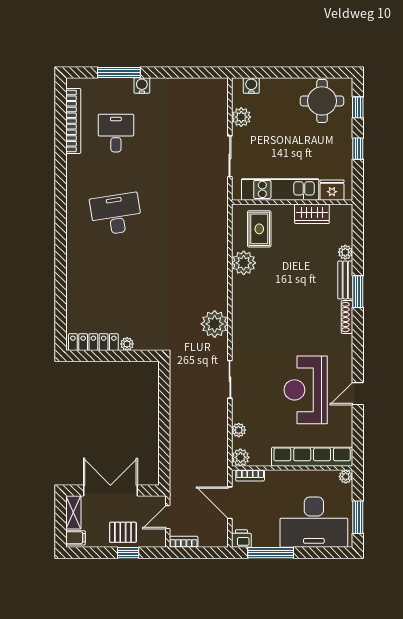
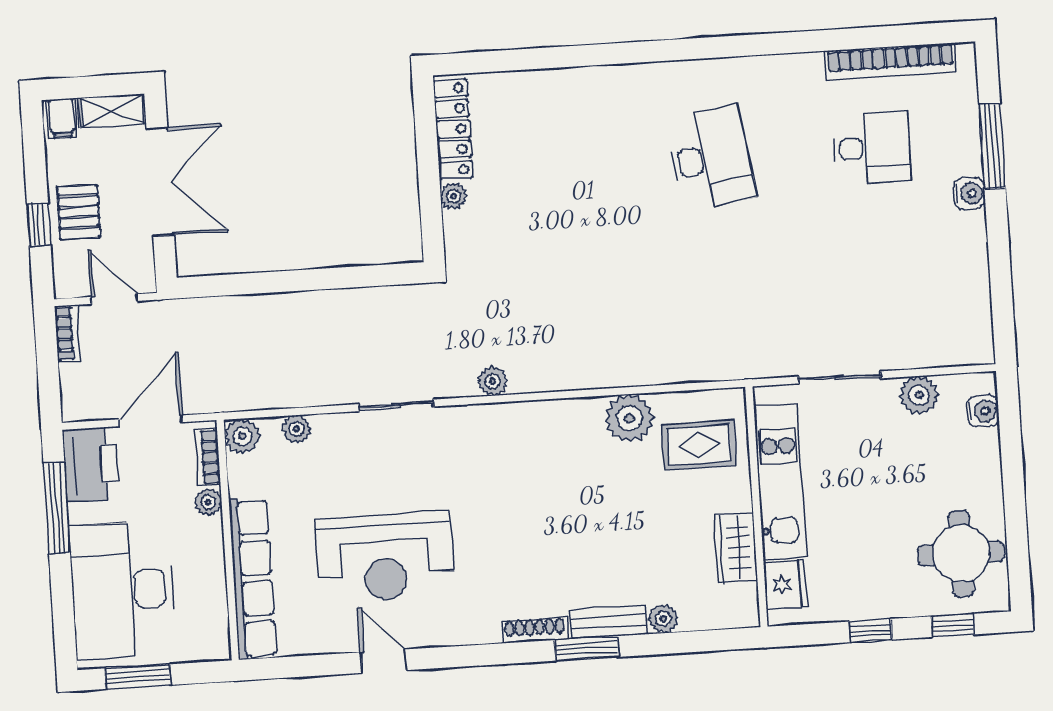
plant: (215, 324) -> (493, 381), width x0.53, depth x0.53
reception desk: (306, 390) -> (385, 557), turned 180
plant: (346, 477) -> (208, 502), moved
printer: (241, 539) -> (91, 465), width x1.87, depth x1.48

